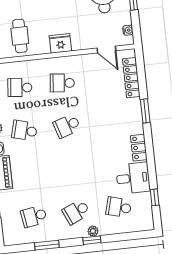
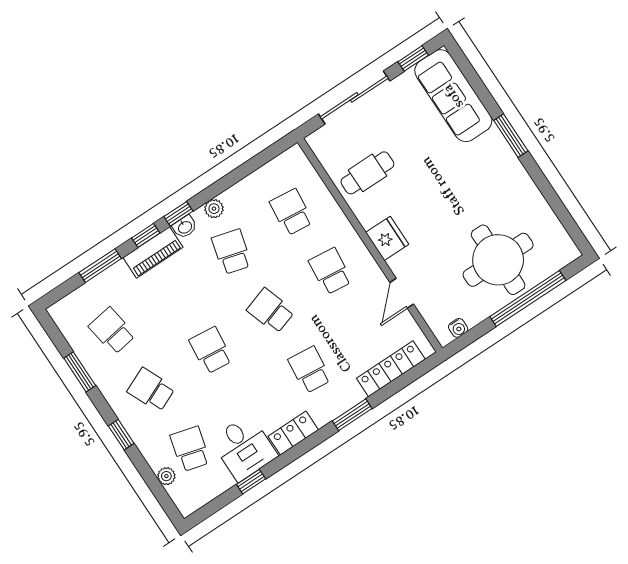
door: (106, 49) -> (402, 293), moved
school desk: (109, 121) -> (310, 370), added
school desk: (72, 169) -> (211, 350), added
window: (155, 197) -> (251, 482), moved
plant: (93, 231) -> (166, 476), moved

